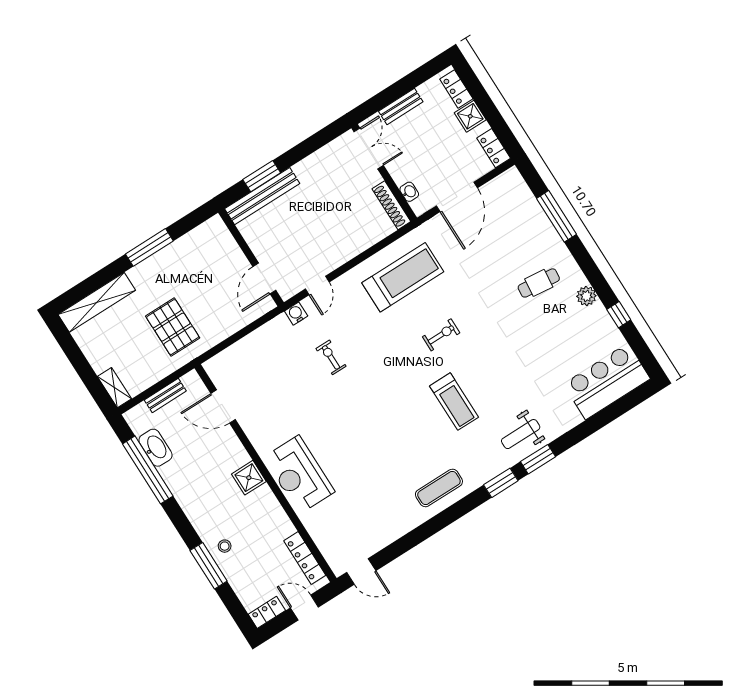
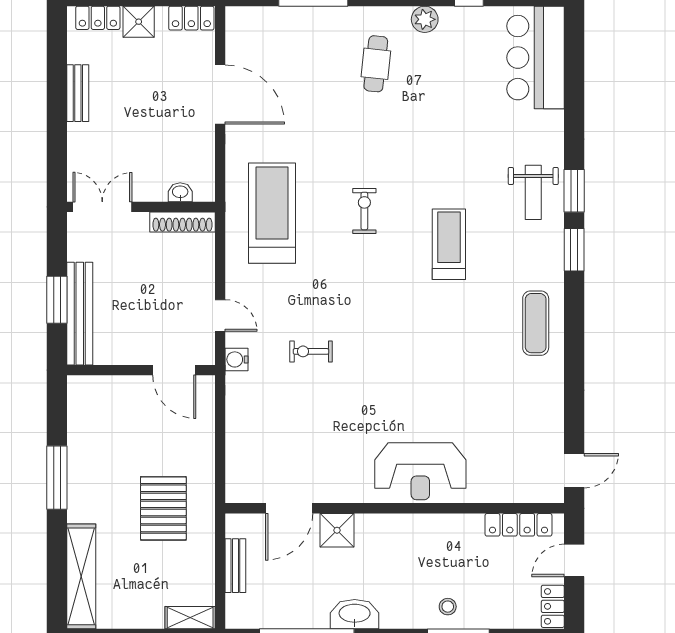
double door: (369, 148) -> (102, 207), moved
wall: (384, 173) -> (141, 207), moved
washbasin: (409, 192) -> (180, 192), moved
shoe rack: (391, 205) -> (182, 222), moved
pallet: (173, 327) -> (163, 508), turned 90
treadmill: (454, 402) -> (449, 244), turned -90
washbasin: (156, 448) -> (355, 614), moved
shower: (249, 478) -> (337, 530), moved

